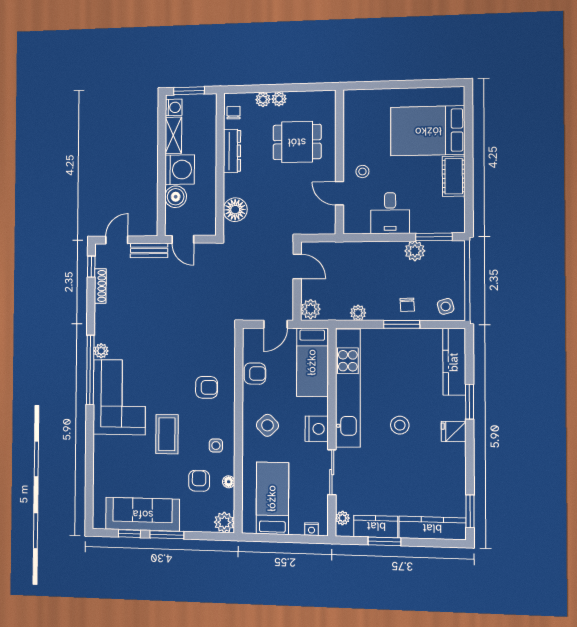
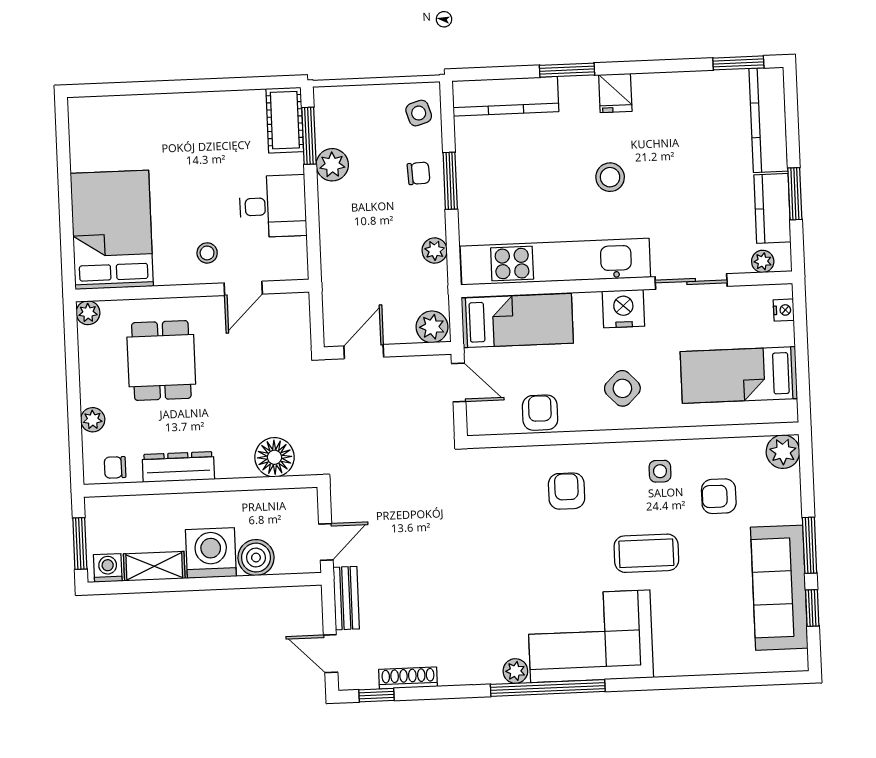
plant: (279, 99) -> (88, 313), moved
bed: (428, 131) -> (112, 230), moved, turned 180
cot: (454, 176) -> (285, 120), moved, turned 90
floor lamp: (229, 482) -> (717, 447), removed

